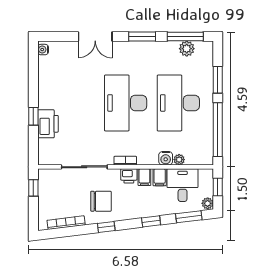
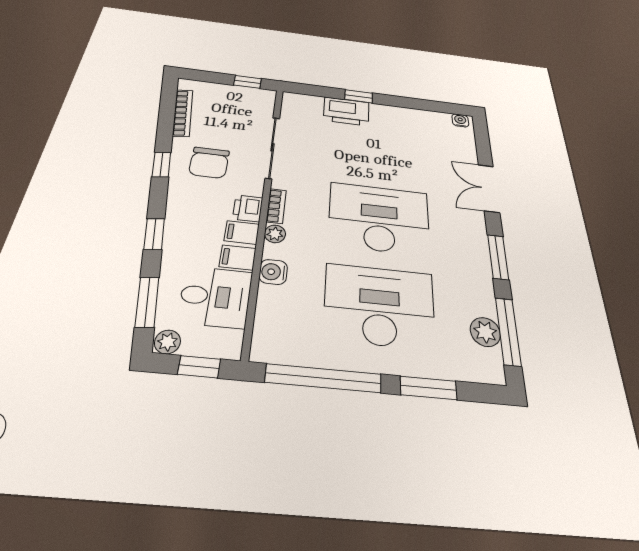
plant: (179, 160) -> (275, 234), moved

